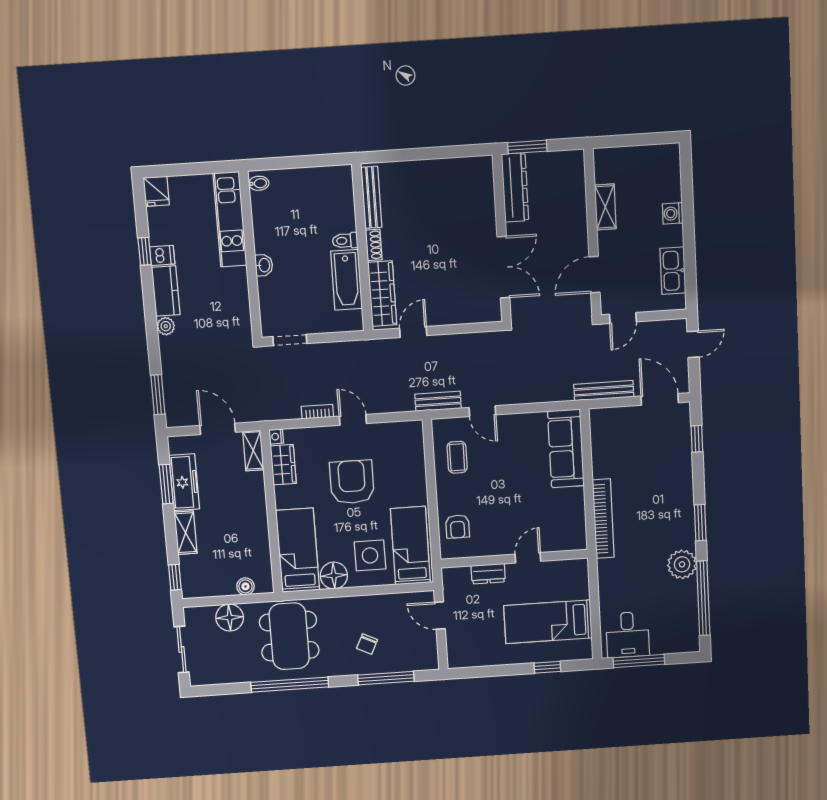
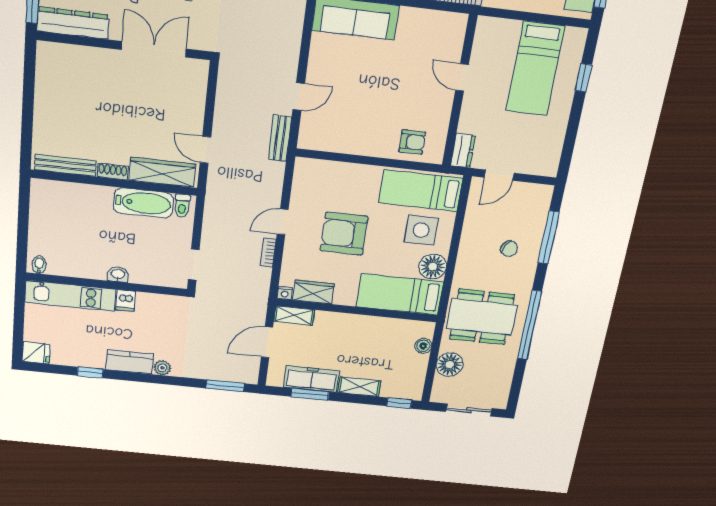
toilet: (345, 241) -> (182, 206), moved
dishwasher: (162, 255) -> (126, 300), moved, turned 180
coffee table: (457, 457) -> (341, 130), removed
dresser: (488, 574) -> (463, 150), moved

